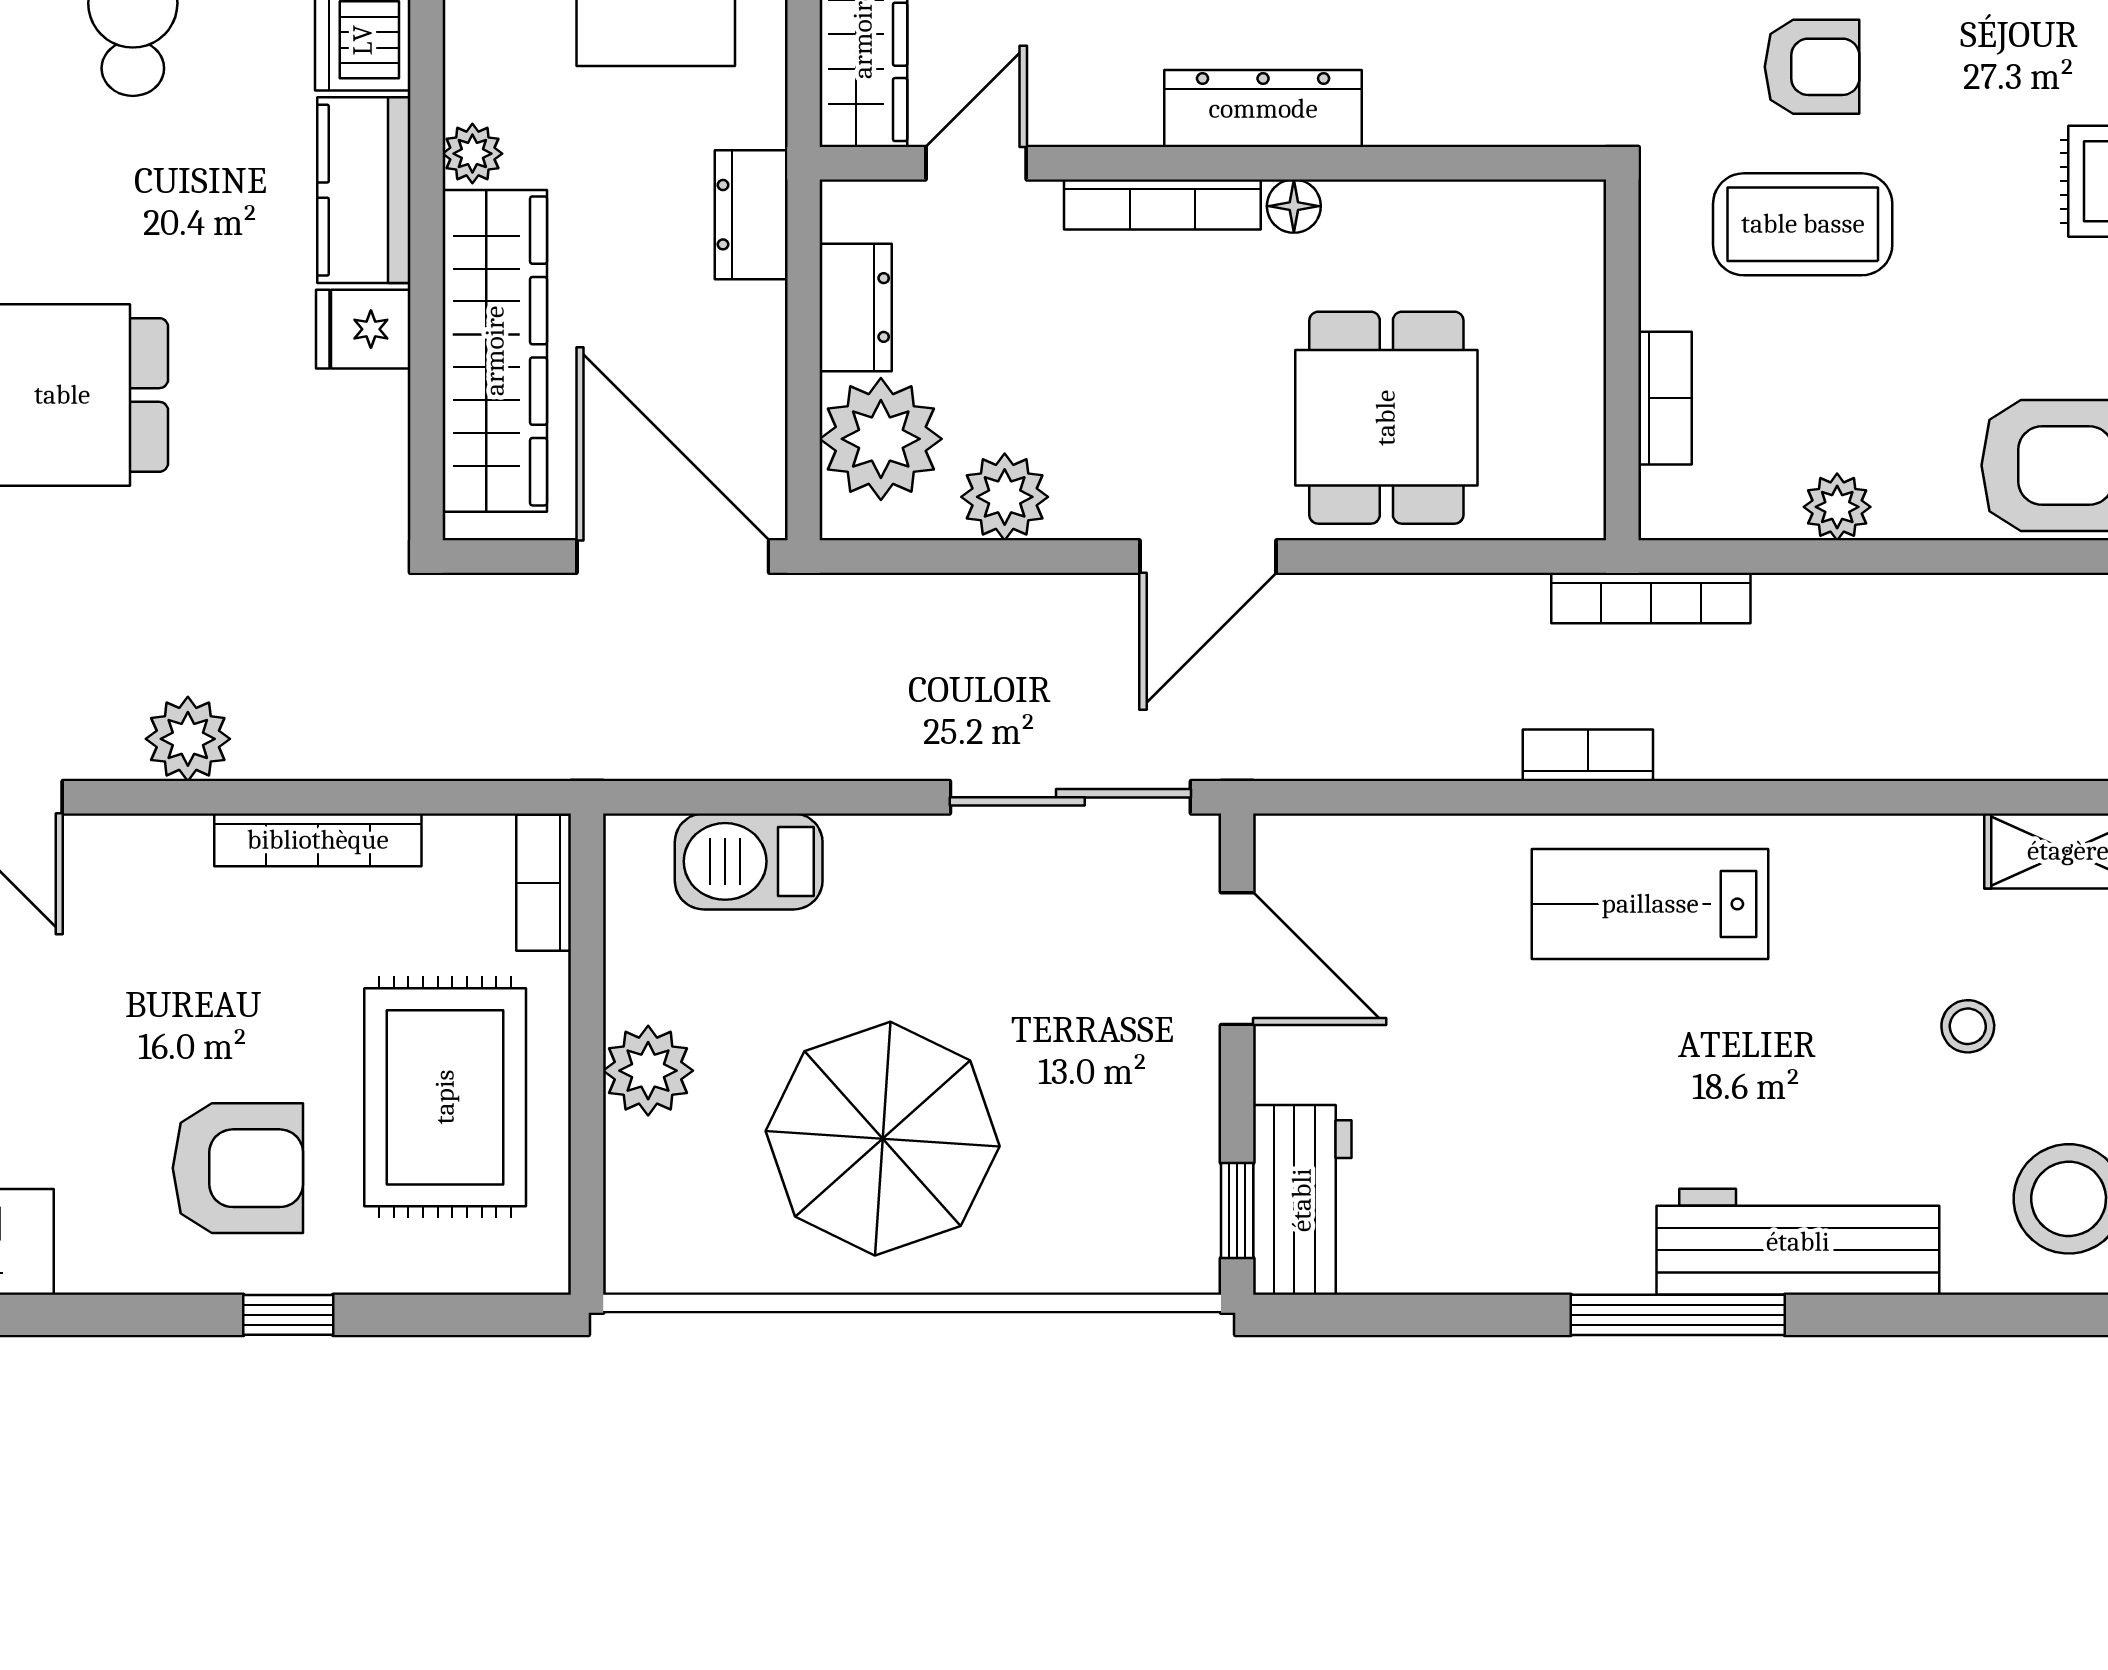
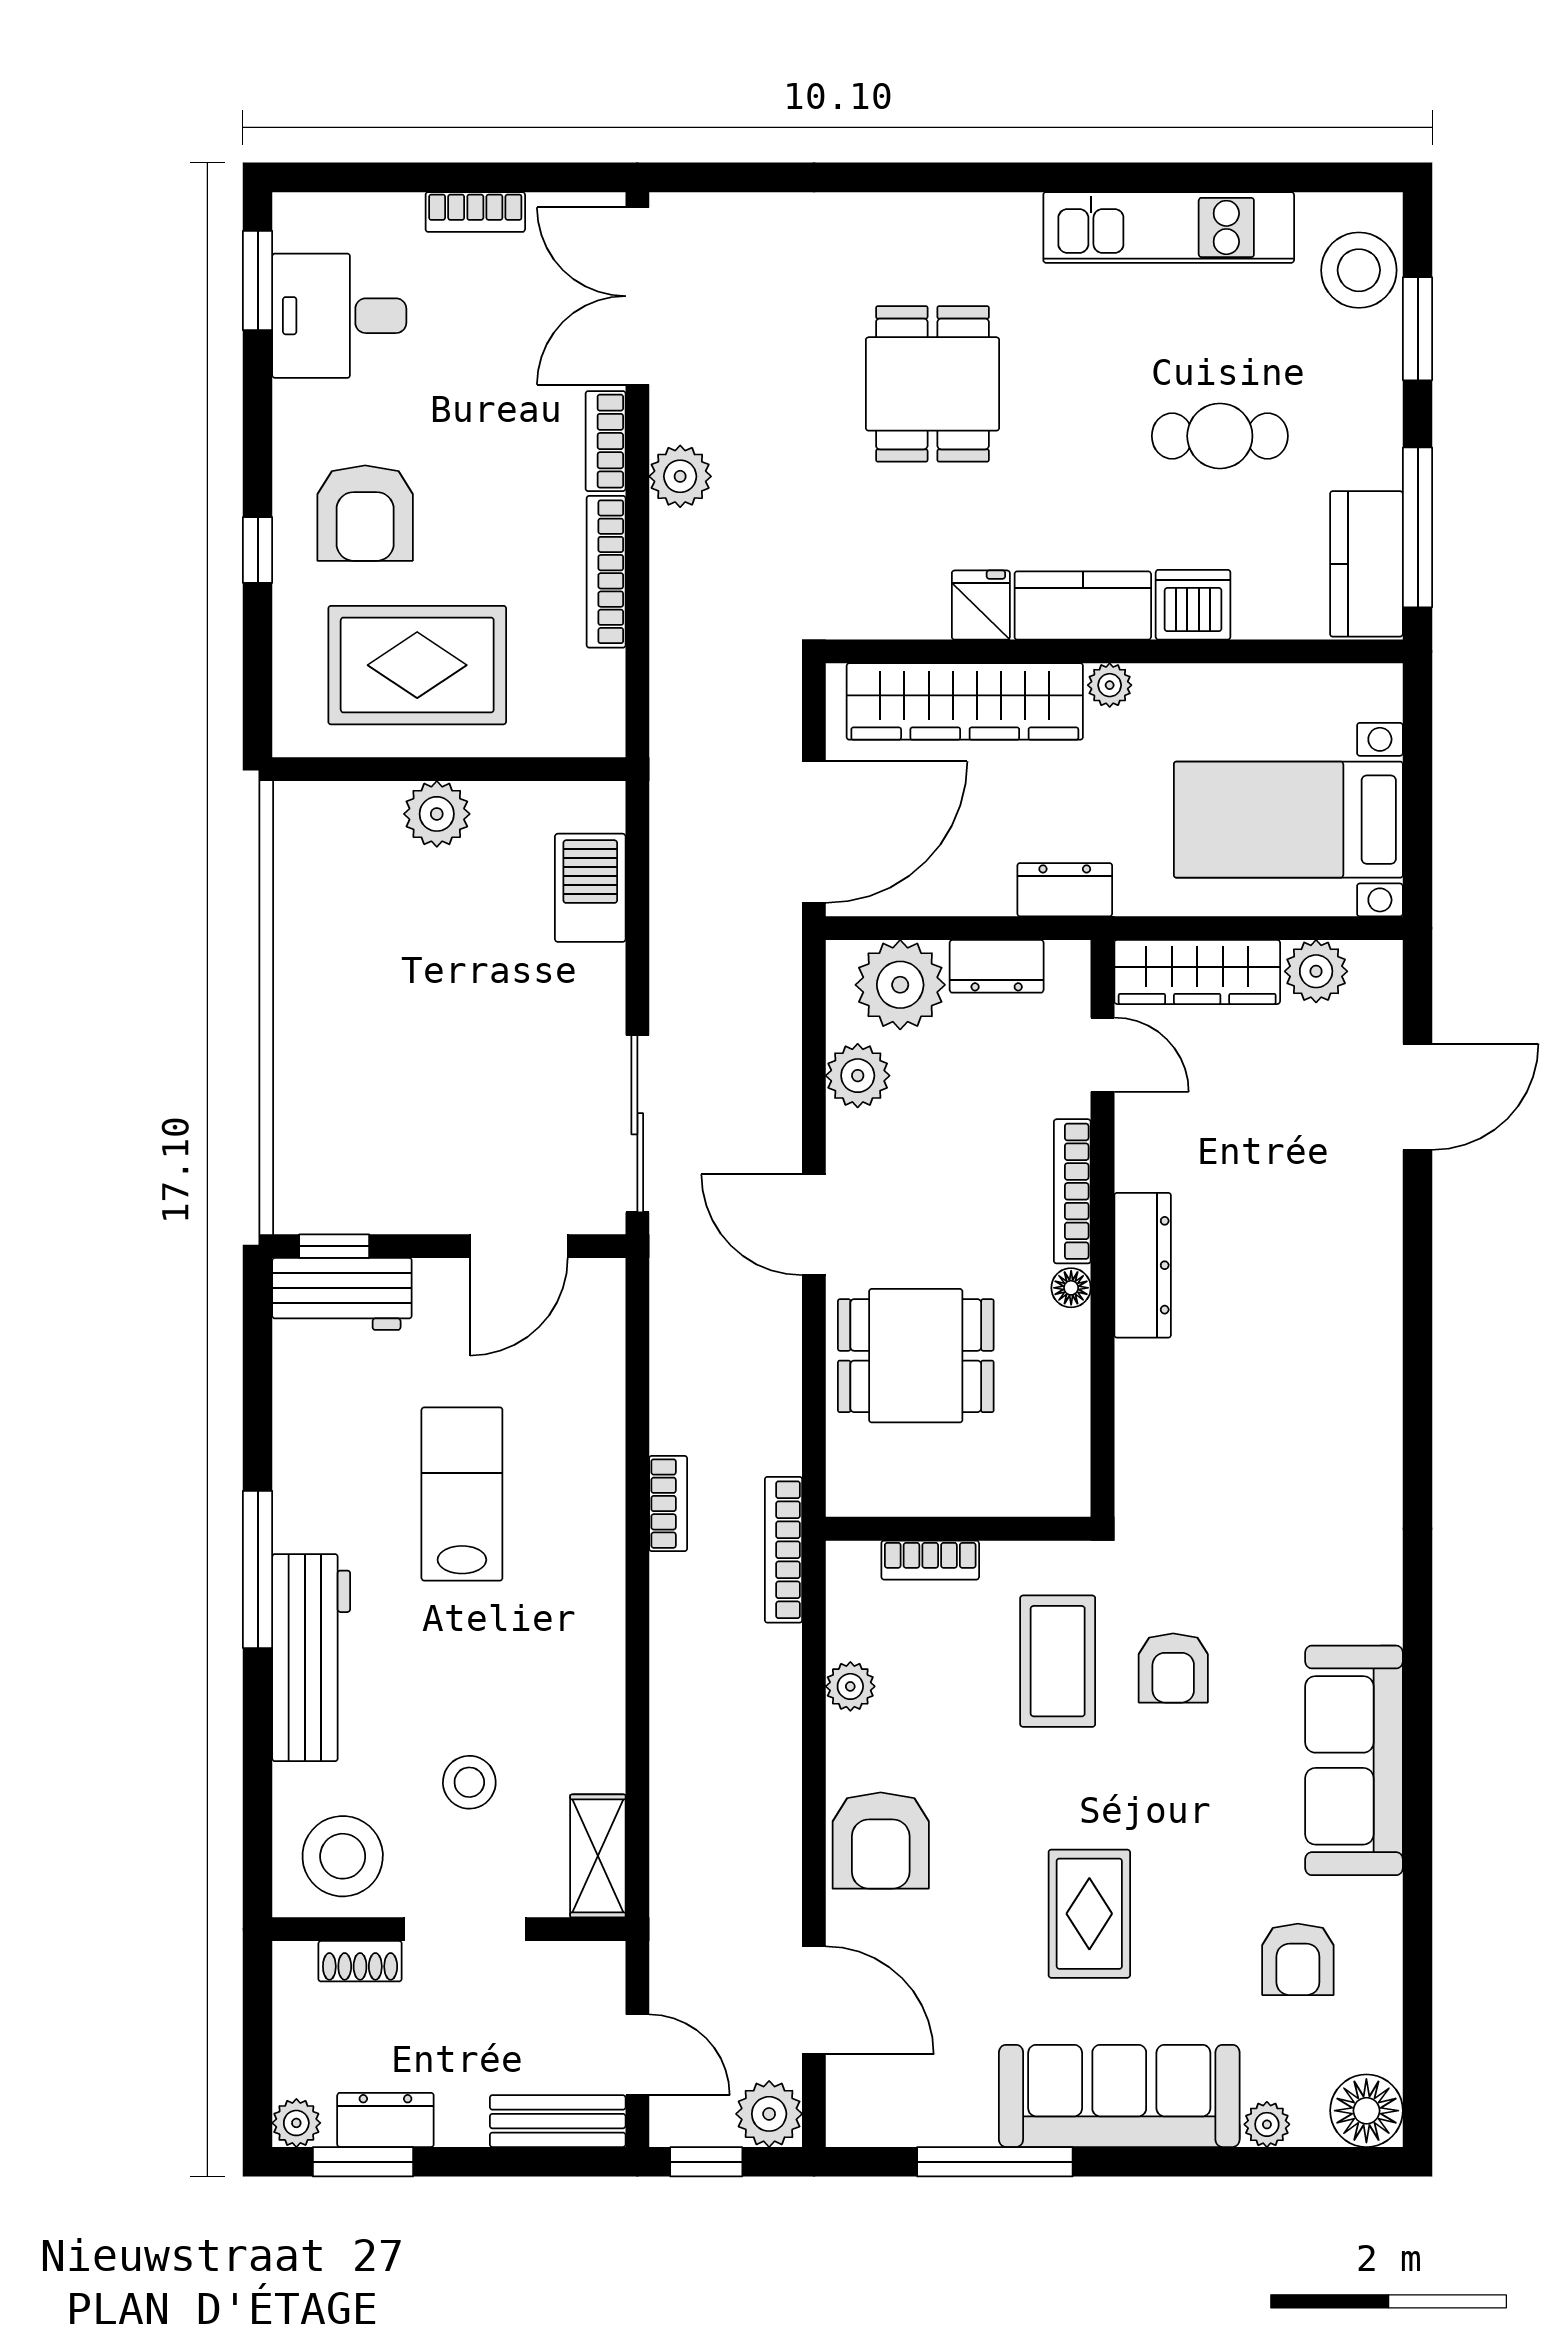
bookcase: (544, 883) -> (606, 441), moved, turned -90
lab bench: (1650, 904) -> (462, 1494), moved
stool: (1968, 1026) -> (469, 1782), width x1.37, depth x1.37
parasol: (883, 1139) -> (387, 986), removed

